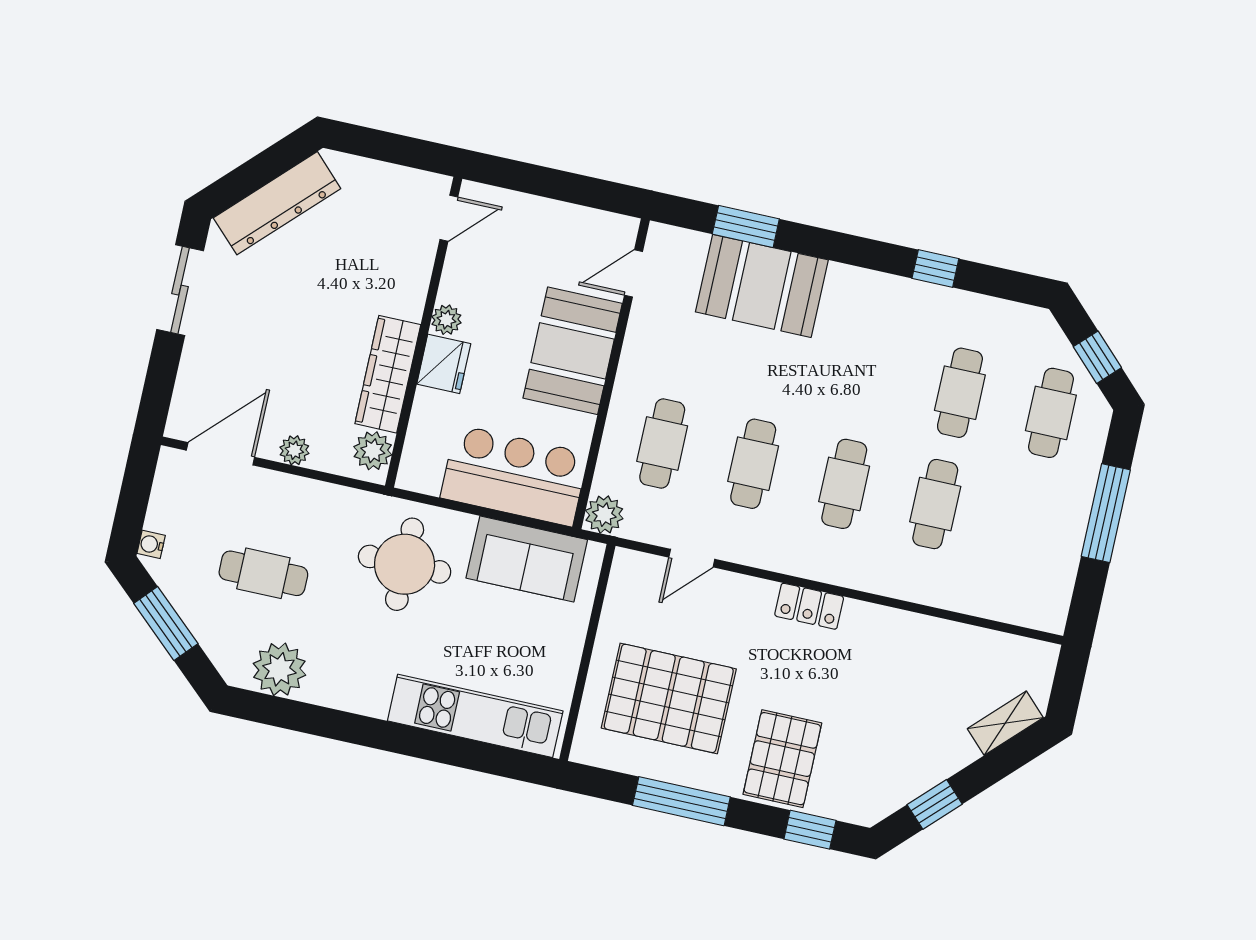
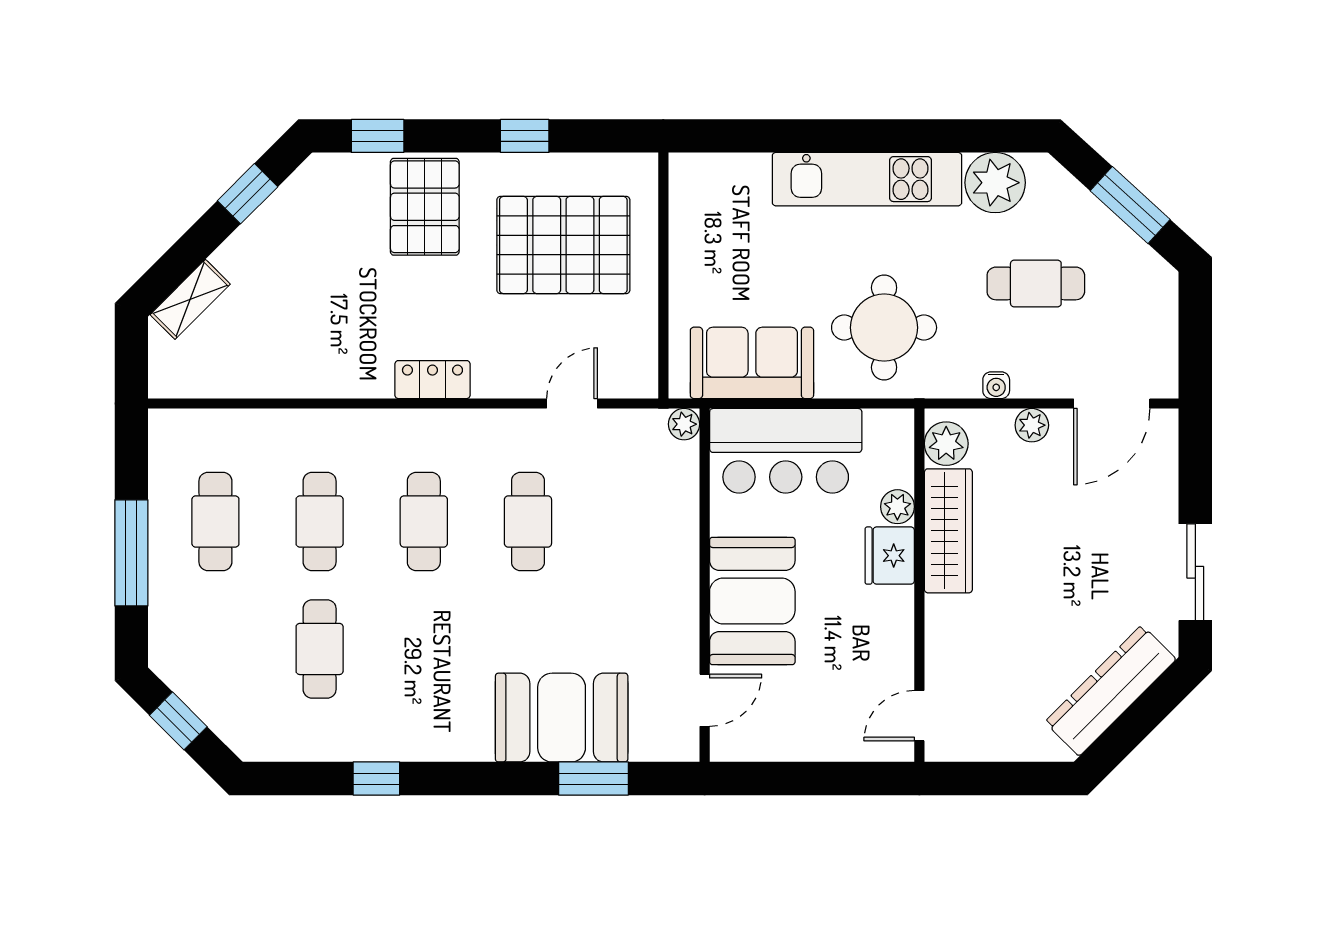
plant: (446, 320) -> (897, 507), moved
cafe table: (1051, 413) -> (215, 521), moved
cafe table: (662, 444) -> (632, 521), removed
plant: (604, 515) -> (684, 424), width x0.73, depth x0.73
water cooler: (151, 544) -> (996, 385), moved, turned 90
kitchen unit: (475, 716) -> (867, 179), moved
window: (681, 801) -> (525, 136), width x0.46

